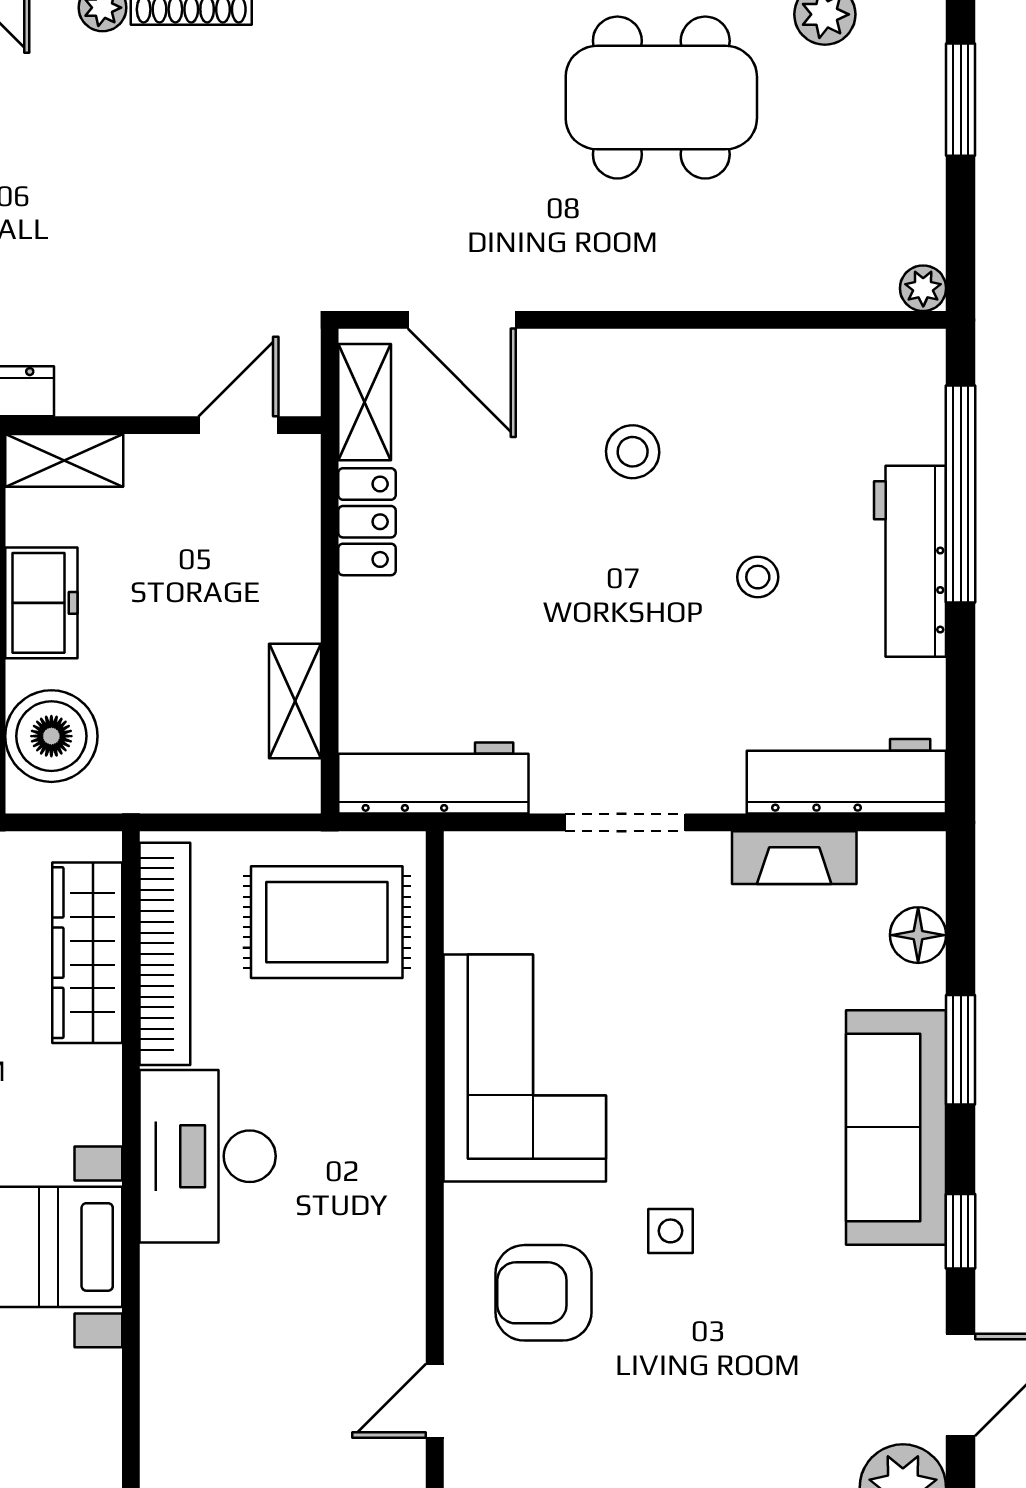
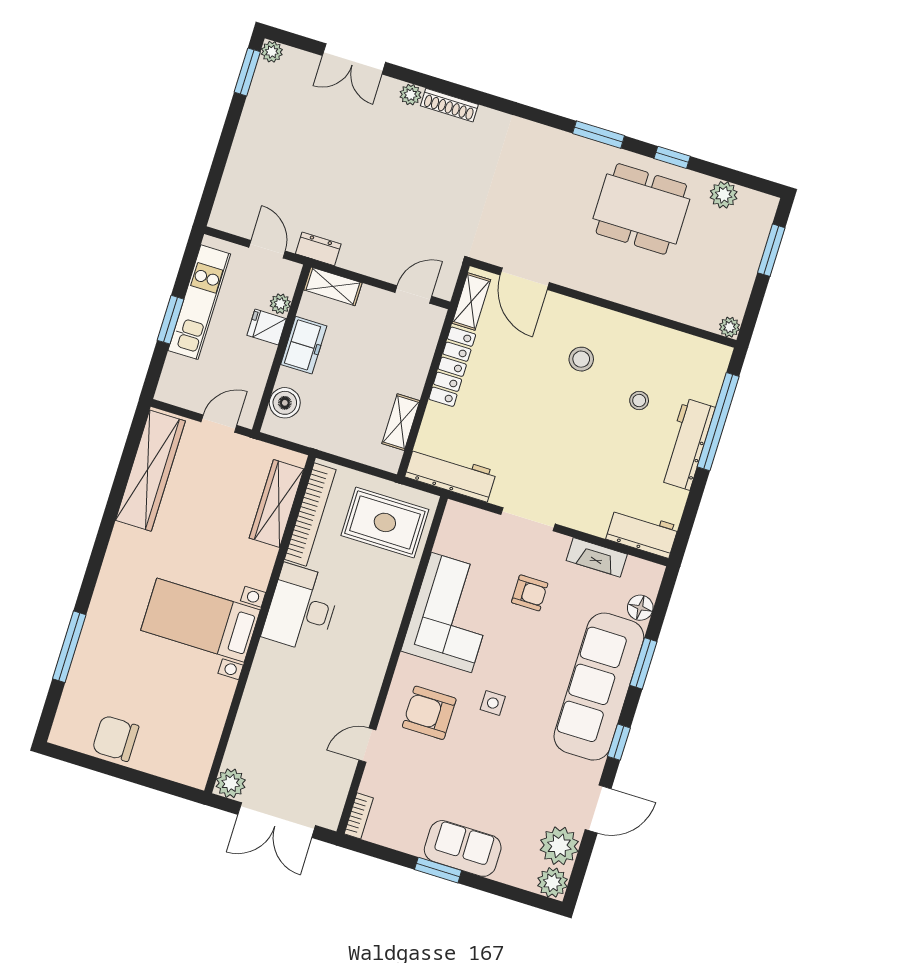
locker: (367, 522) -> (452, 367), width x1.53
stool: (758, 577) -> (639, 401), moved
boiler: (51, 736) -> (285, 403), width x0.73, depth x0.73
workbench: (846, 776) -> (642, 533), width x0.73
armchair: (676, 976) -> (530, 593), added
sofa: (896, 1127) -> (599, 687), width x1.36, depth x1.27

